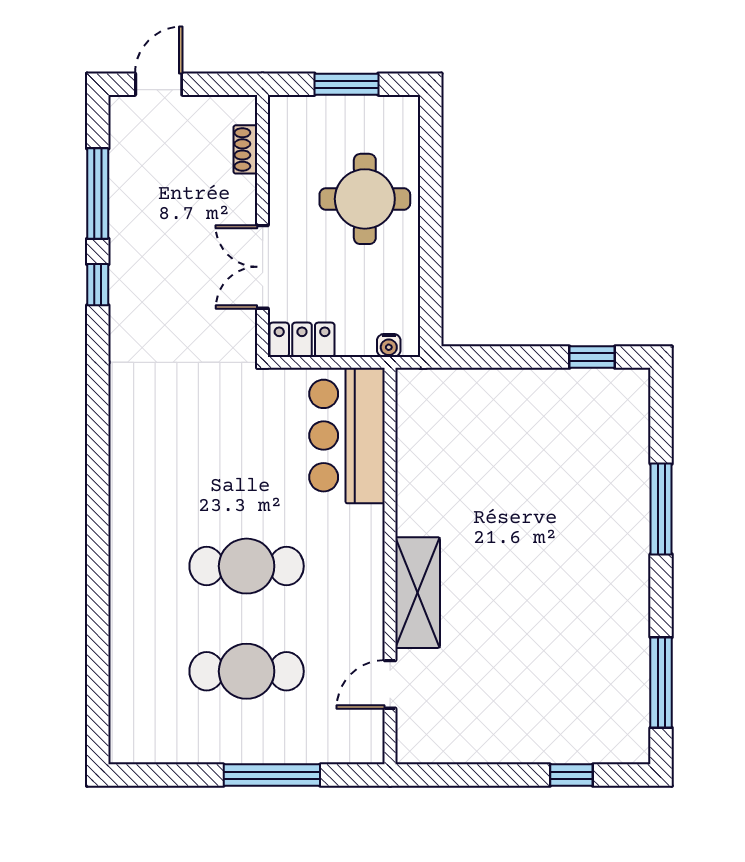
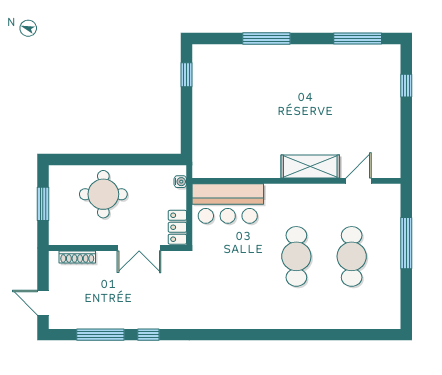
shoe rack: (245, 149) -> (77, 257), width x1.43
door: (390, 684) -> (359, 181), swing flipped

